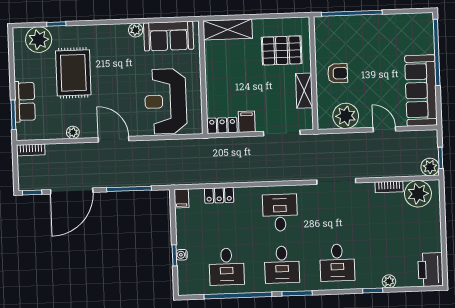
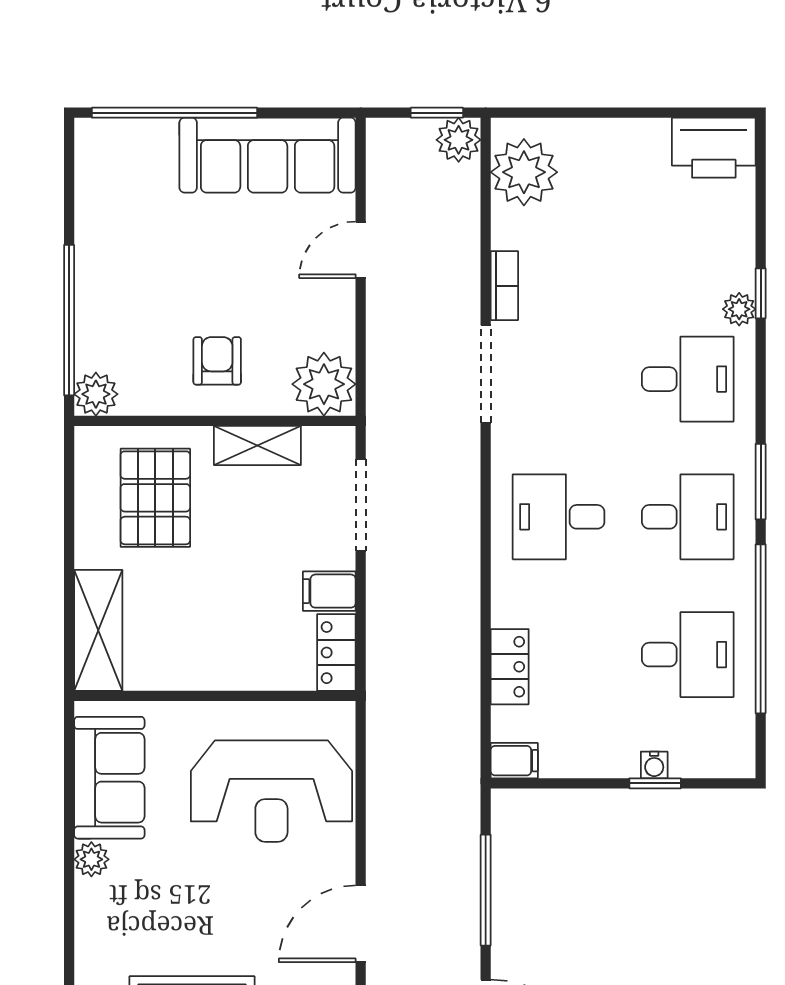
plant: (322, 25) -> (96, 394), added
plant: (346, 116) -> (324, 384), moved
bookcase: (389, 187) -> (504, 286), moved
plant: (389, 281) -> (739, 309), moved

